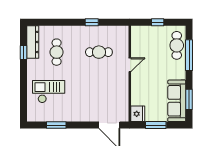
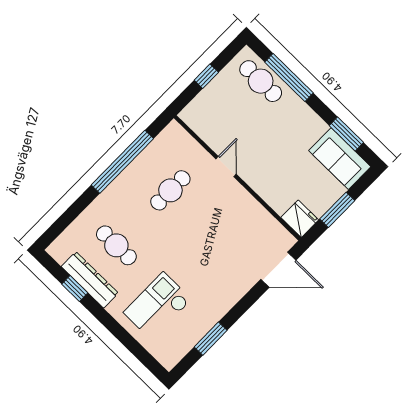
window: (92, 22) -> (122, 162), width x3.17
dresser: (33, 42) -> (90, 280), moved
sofa: (177, 101) -> (340, 159), width x0.73

